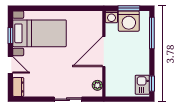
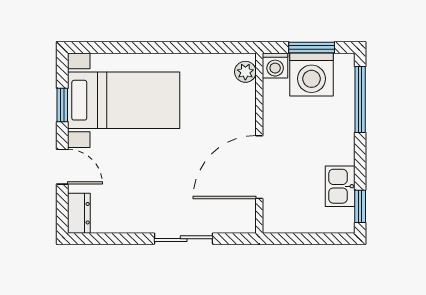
door: (104, 52) -> (259, 167), moved
plant: (97, 85) -> (245, 72), moved
kitchen sink: (142, 85) -> (340, 186), moved

